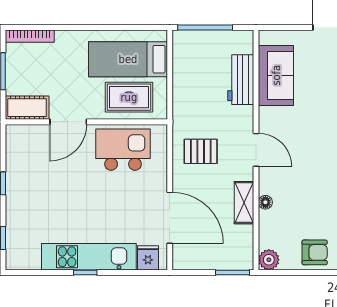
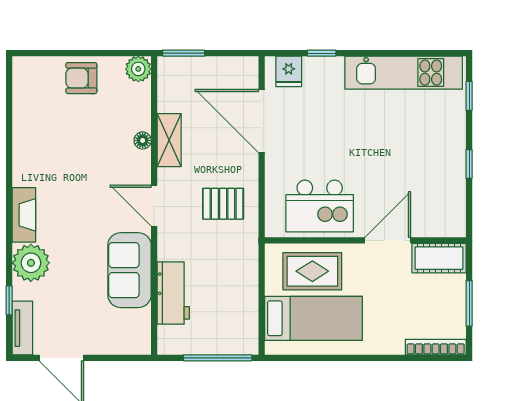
sofa: (276, 75) -> (129, 270), moved
kitchen unit: (89, 257) -> (404, 73), moved
window: (85, 273) -> (322, 53), moved

